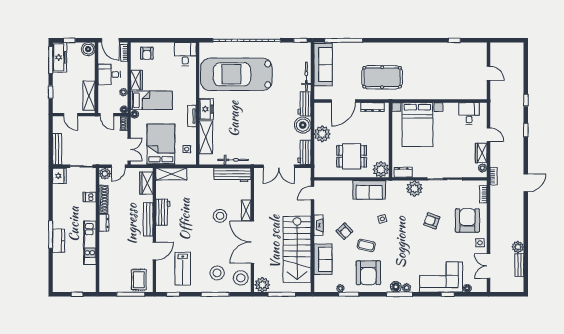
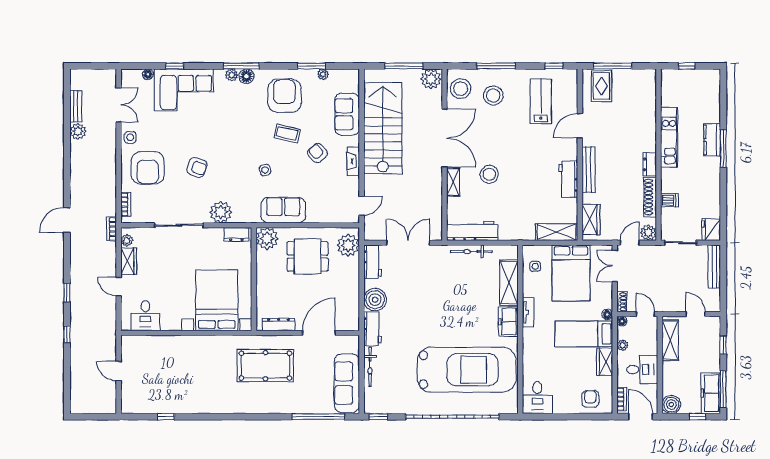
plant: (322, 134) -> (348, 245), moved

